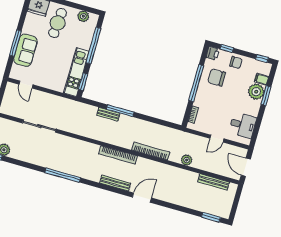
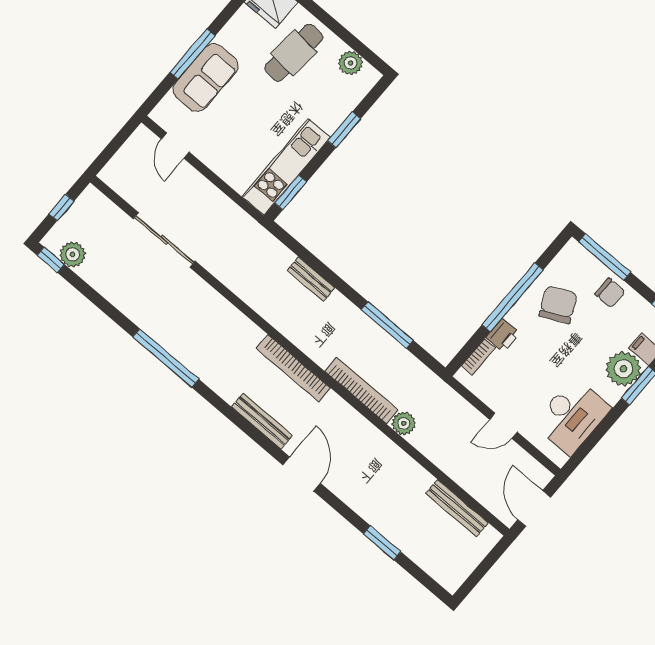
window: (93, 45) -> (344, 130), width x0.47
window: (227, 49) -> (605, 257), width x2.17
printer: (213, 53) -> (503, 335), moved
chair: (217, 77) -> (558, 305), turned 64
window: (120, 111) -> (387, 325), moved
desk: (243, 125) -> (572, 416), width x1.37
plant: (187, 160) -> (404, 423), moved
door: (142, 198) -> (302, 474), hinge flipped
window: (211, 217) -> (382, 543), moved

